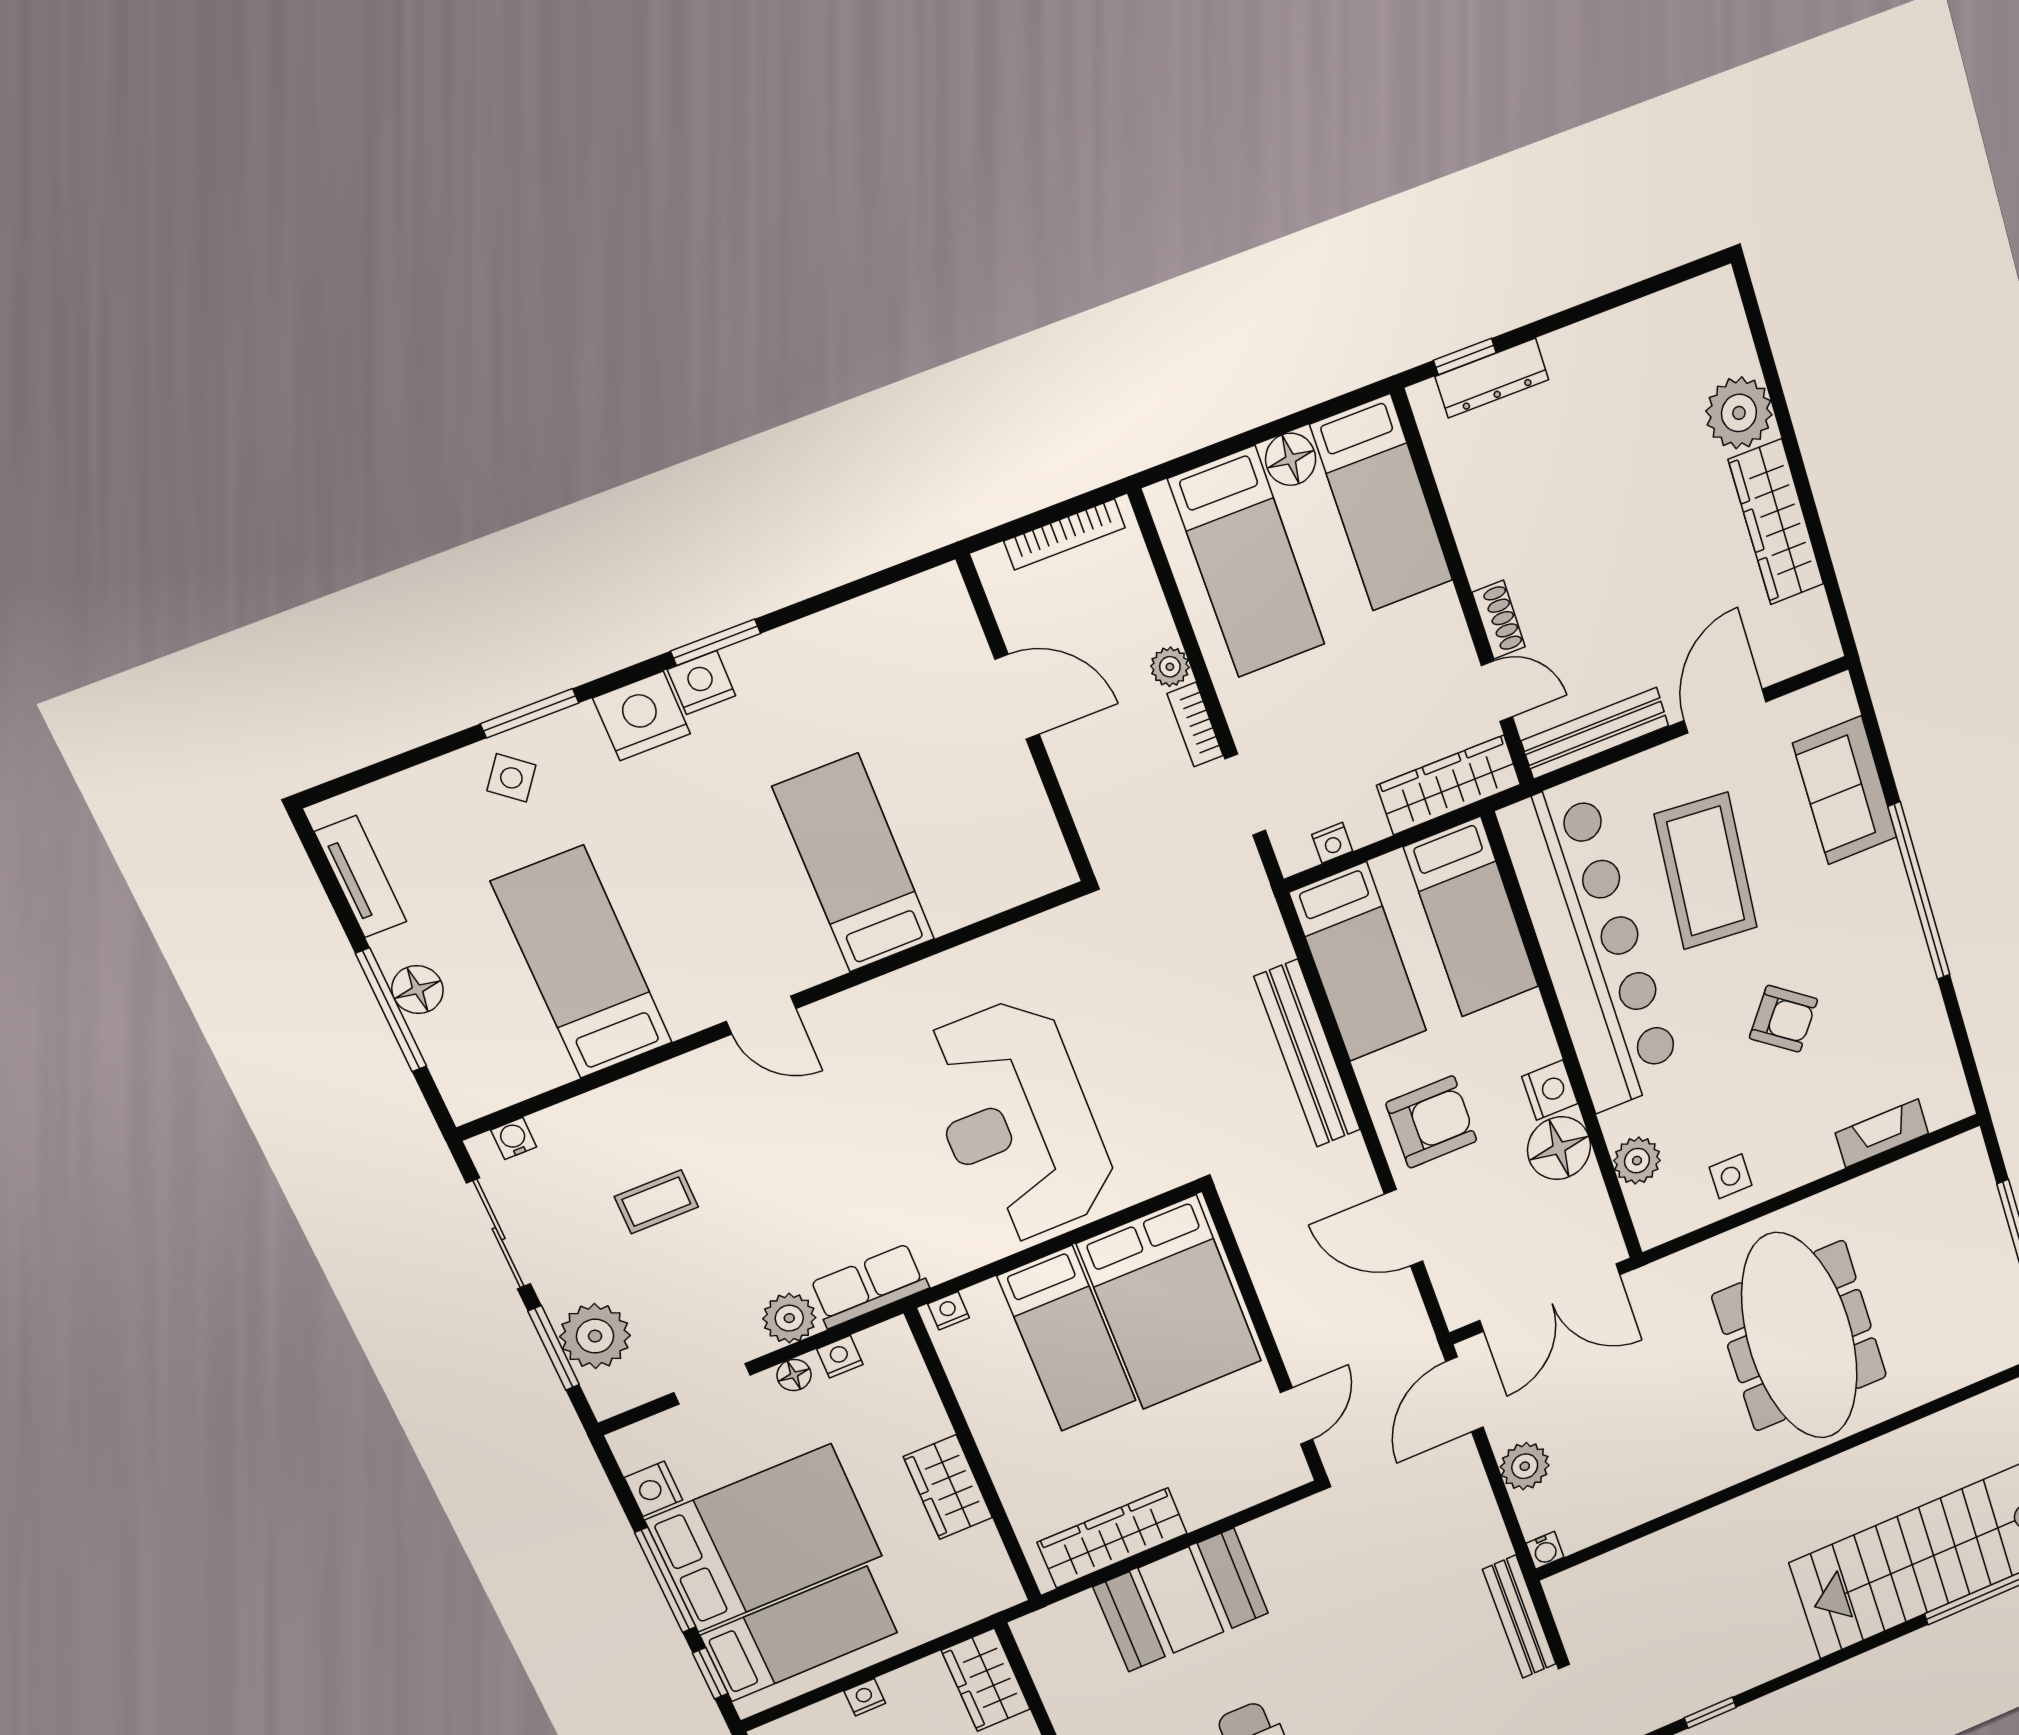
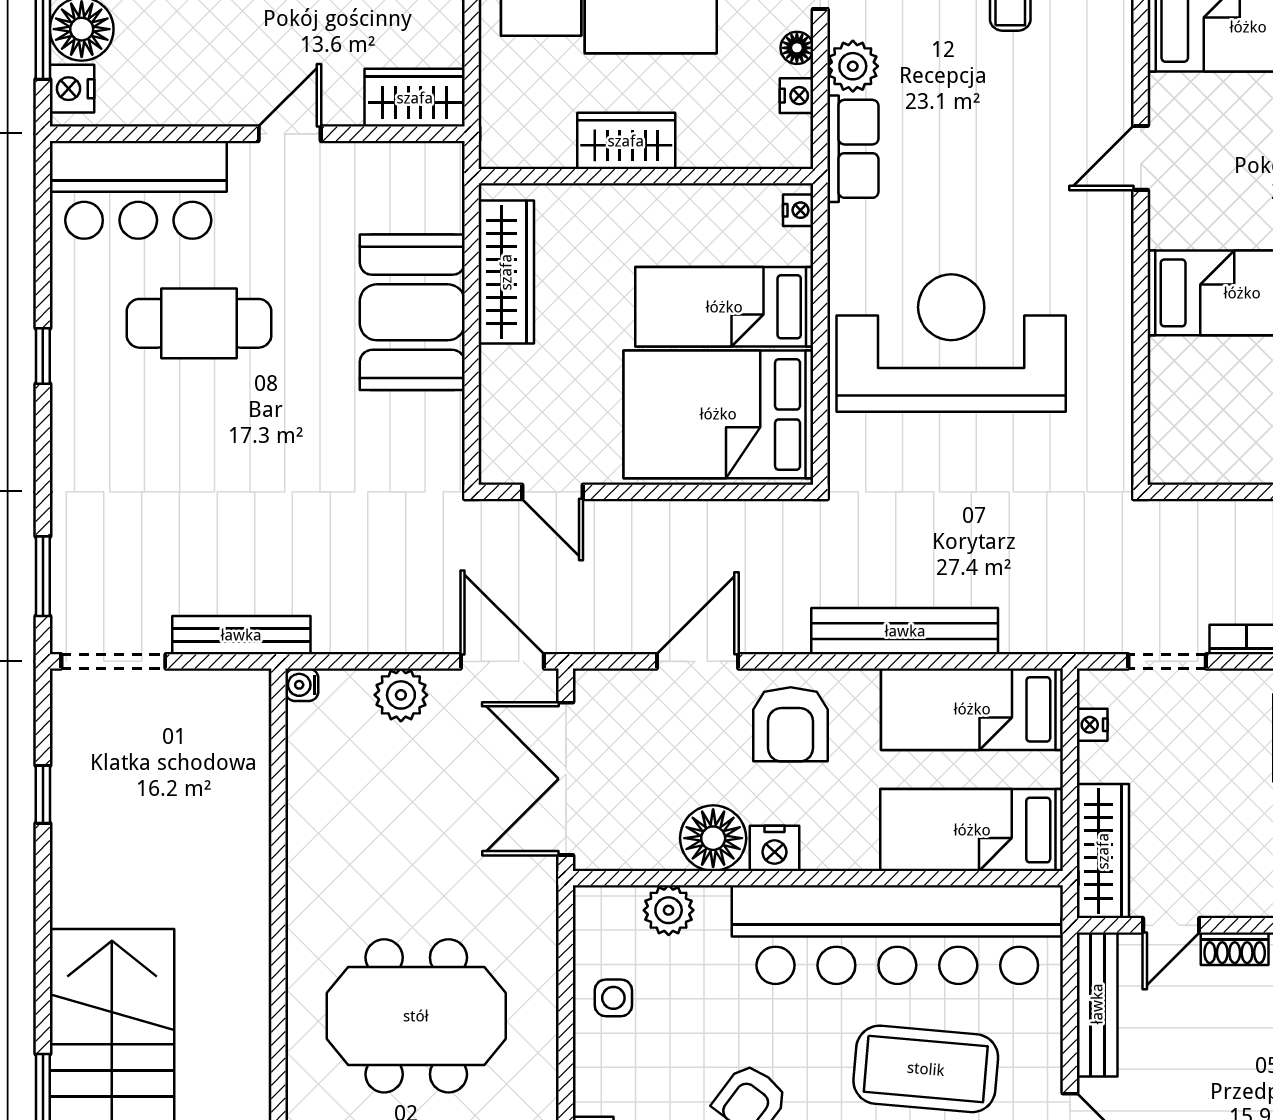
meeting table: (1800, 1336) -> (416, 1016), width x0.73

